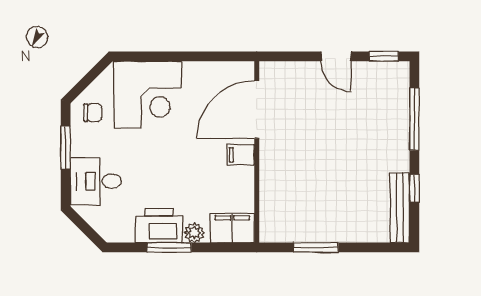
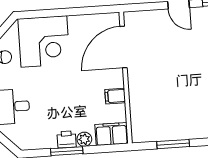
filing cabinet: (241, 155) -> (115, 96), moved
printer: (159, 226) -> (67, 139), width x0.53, depth x0.68

